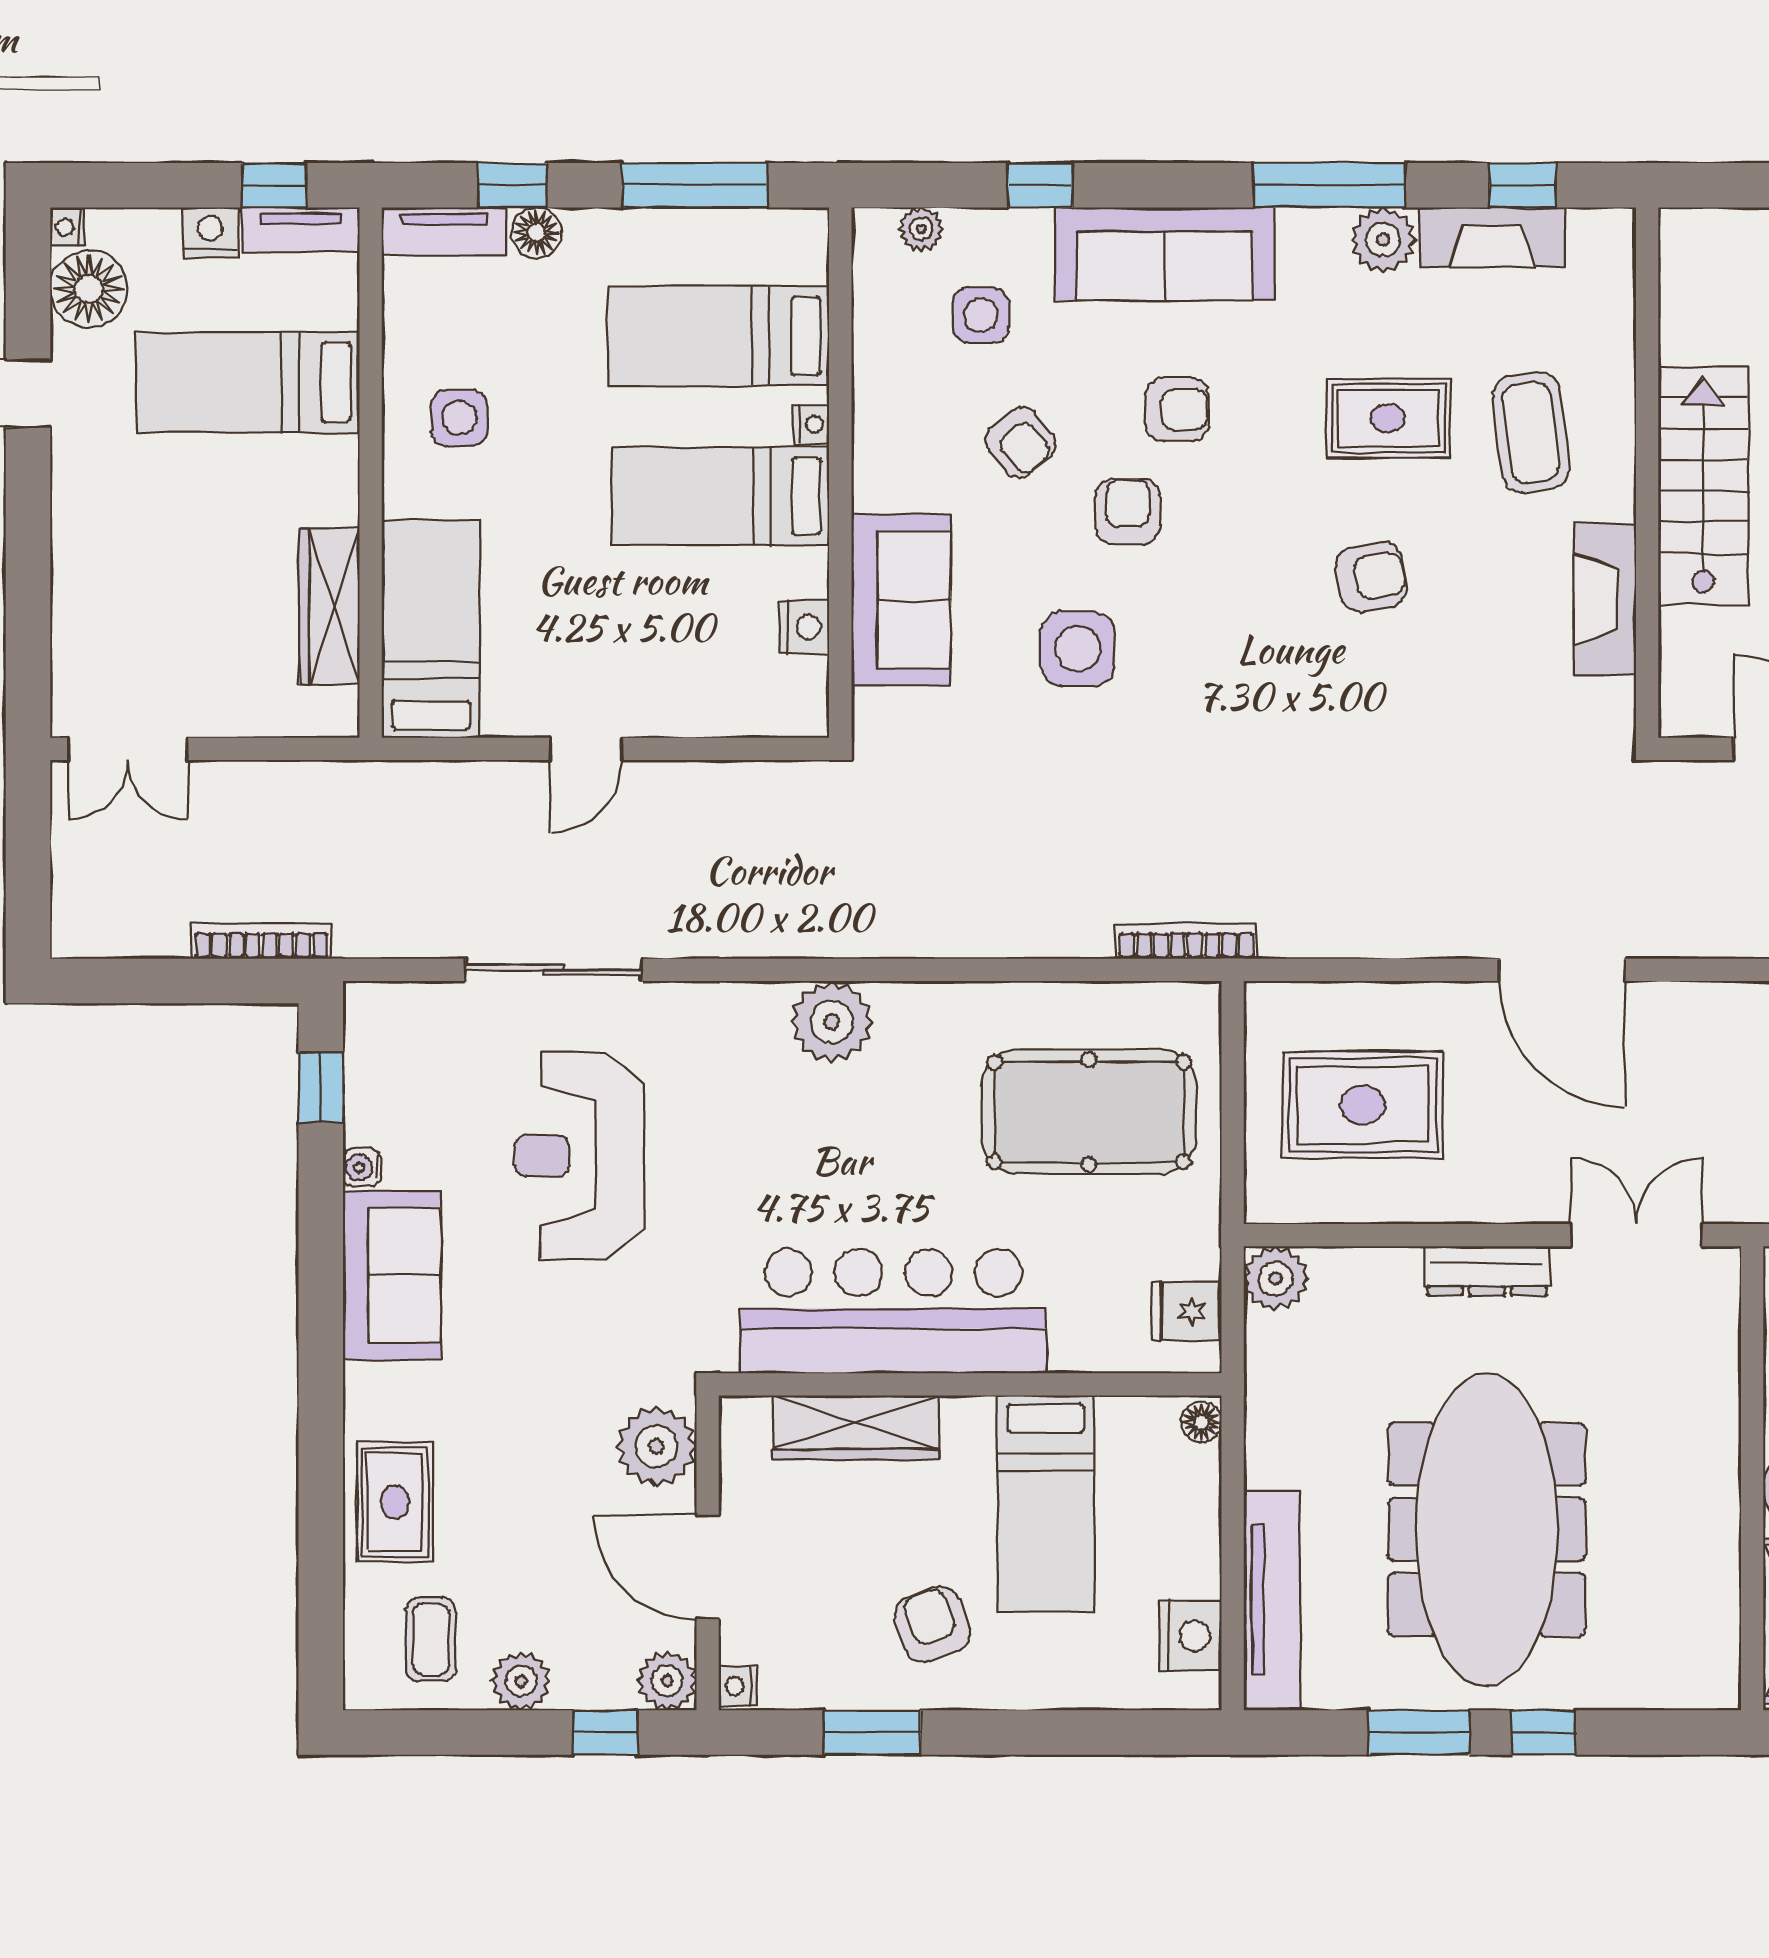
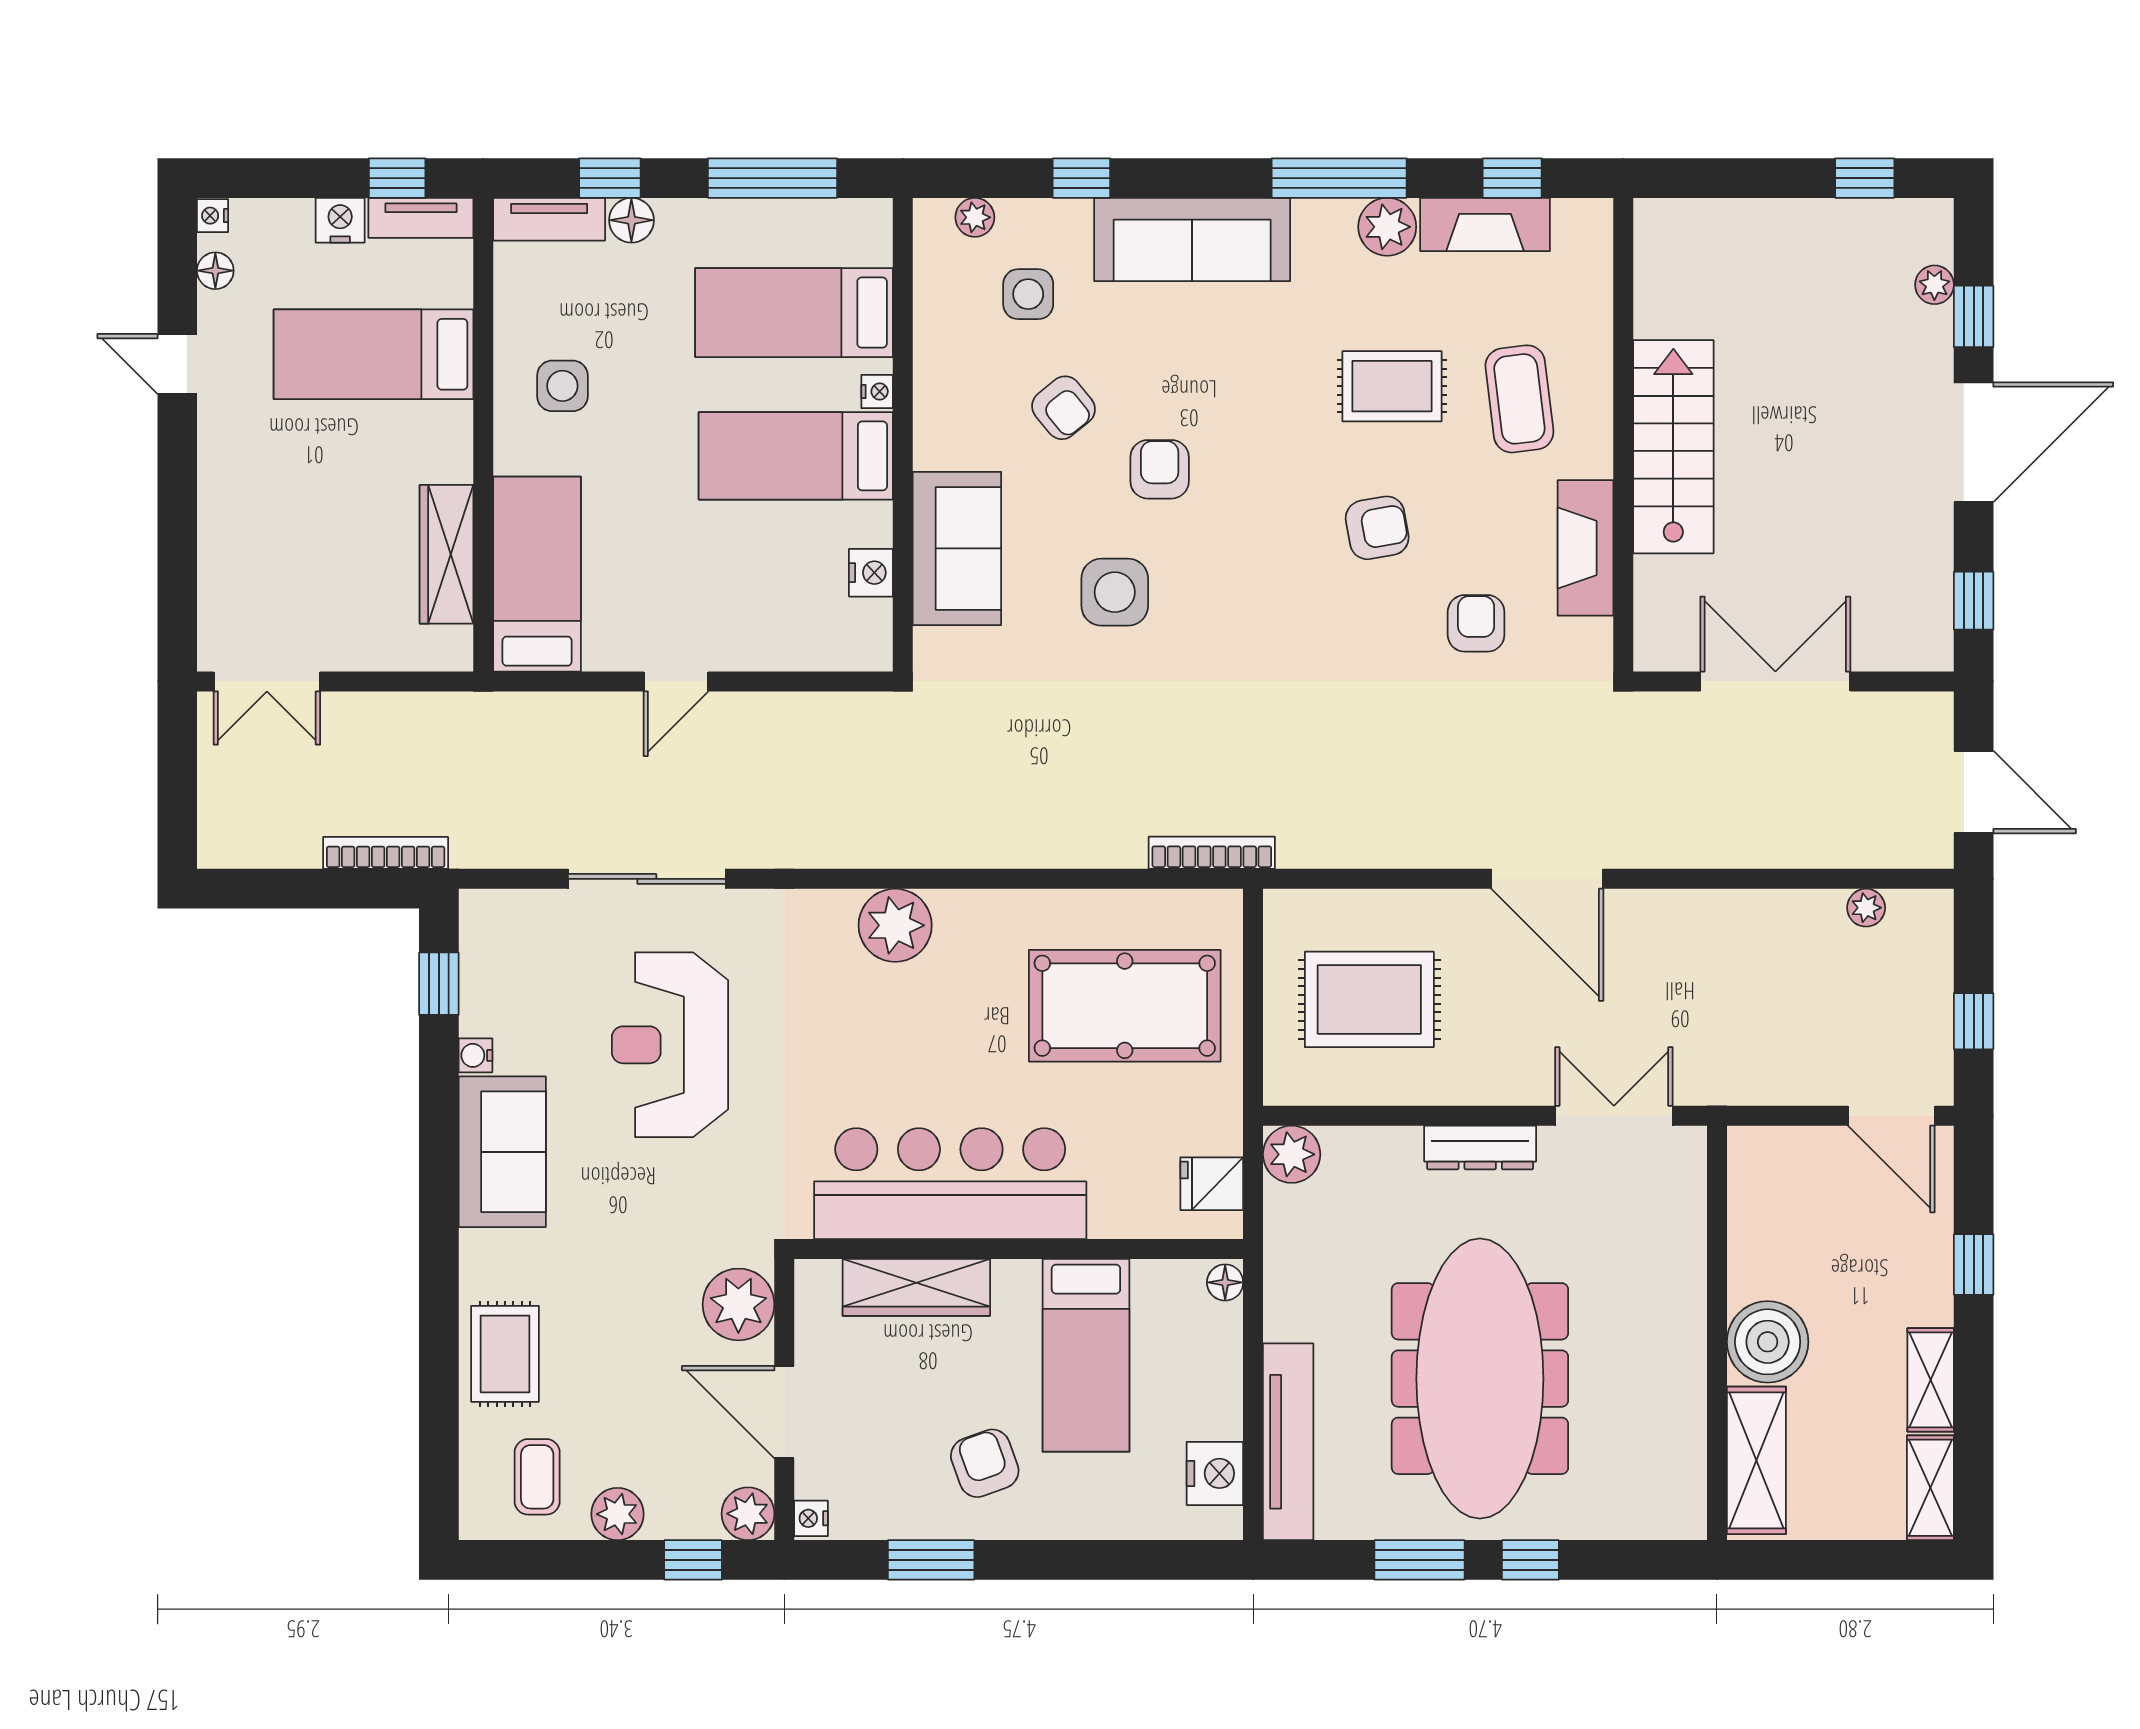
floor lamp: (89, 289) -> (215, 271), width x0.53, depth x0.53
armchair: (1177, 409) -> (1476, 623), moved, turned -90

